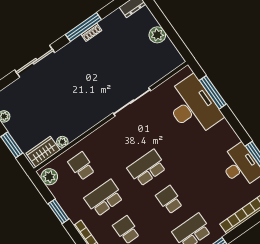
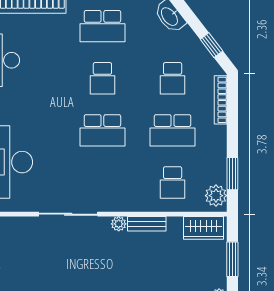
bench: (80, 130) -> (147, 224), added
plant: (62, 142) -> (119, 224), moved
window: (59, 211) -> (232, 174), moved

